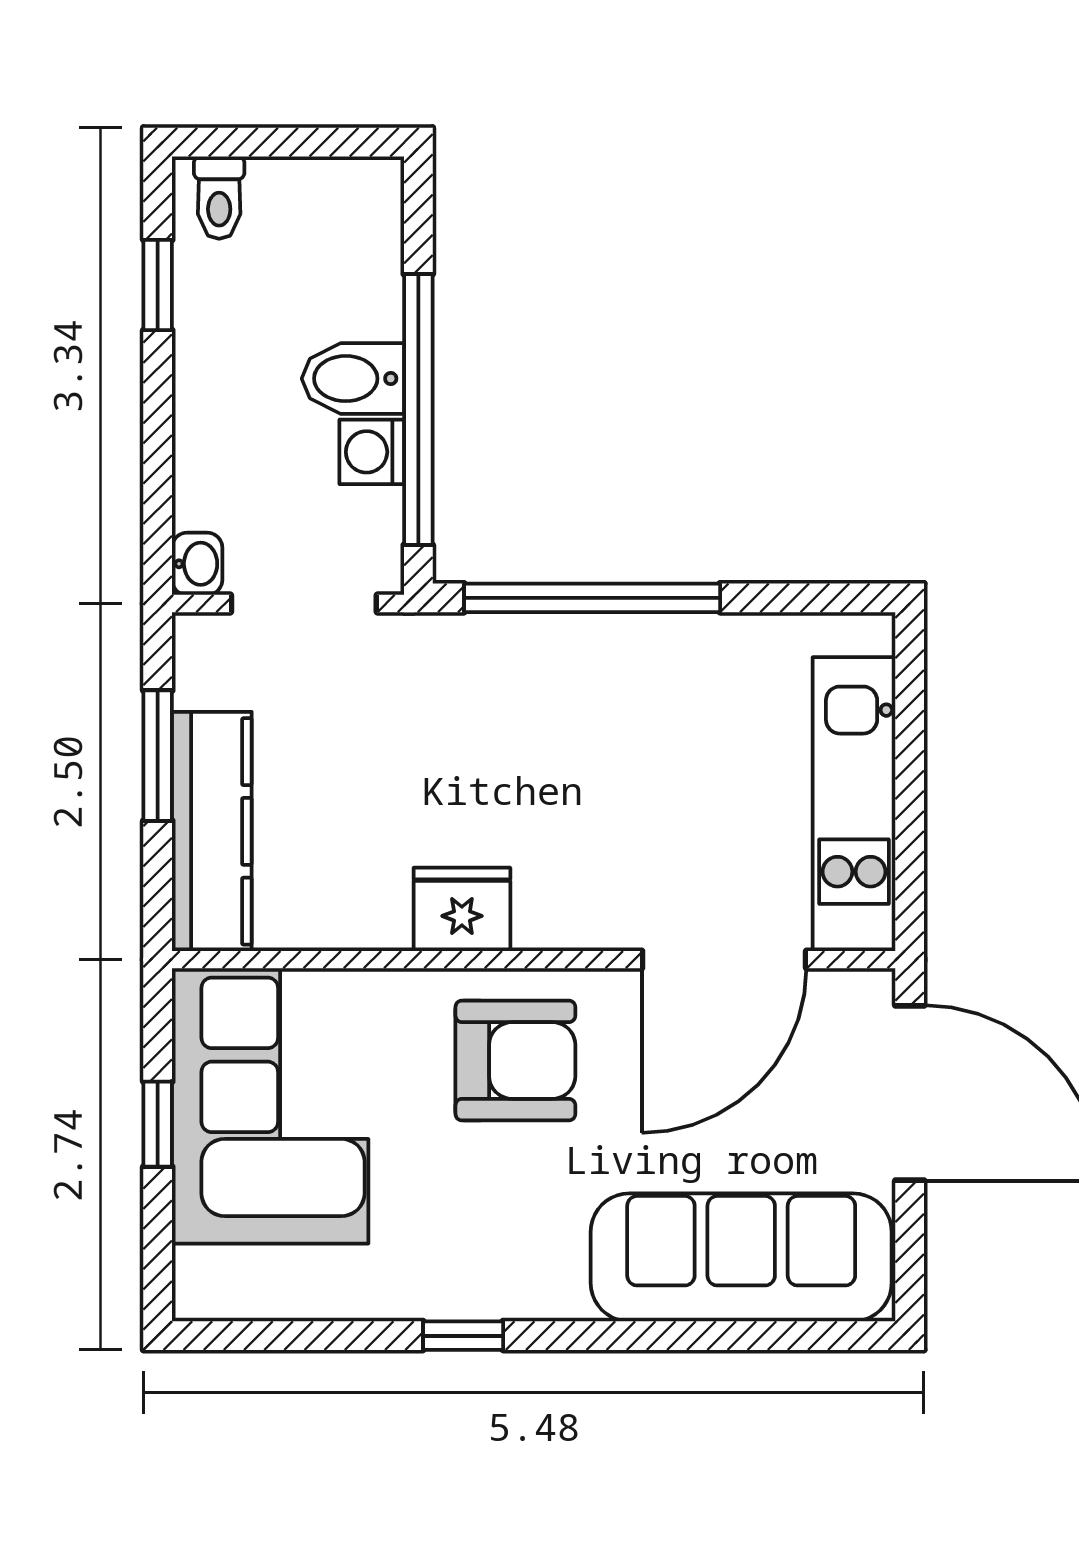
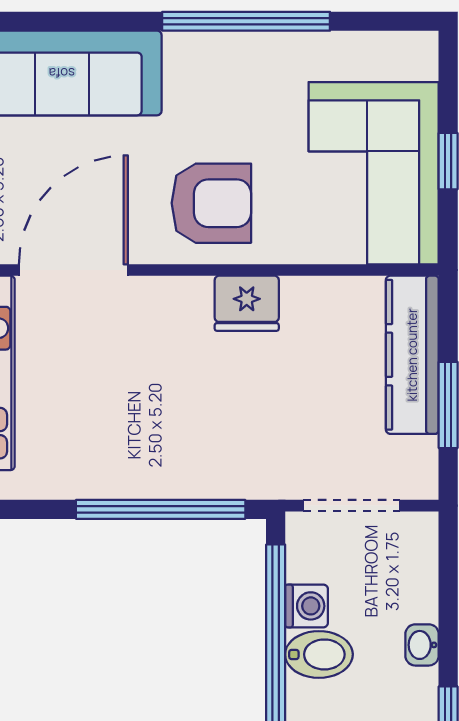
washbasin: (197, 564) -> (422, 645), moved
armchair: (515, 1060) -> (211, 203), turned 180
window: (463, 1336) -> (246, 21), width x3.17

